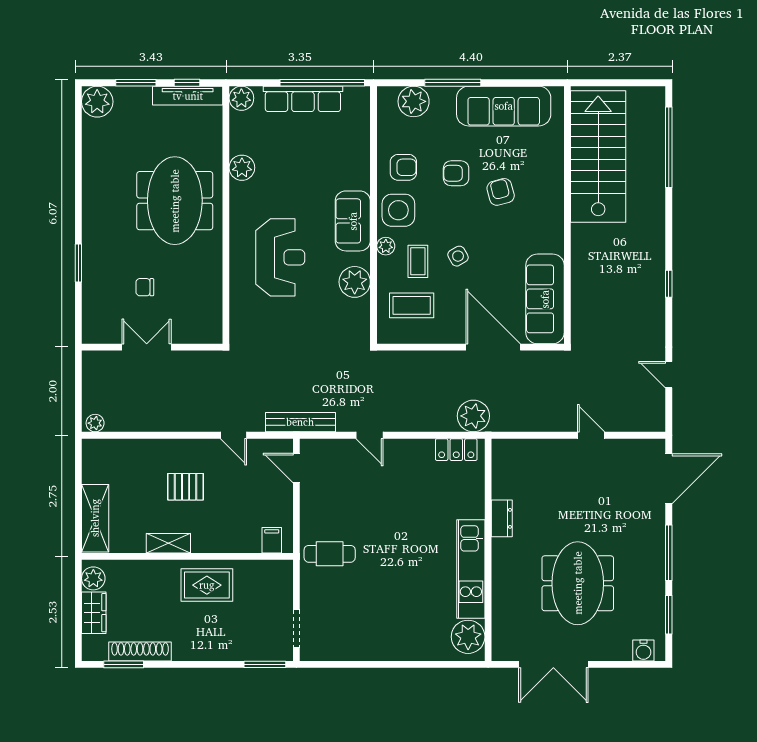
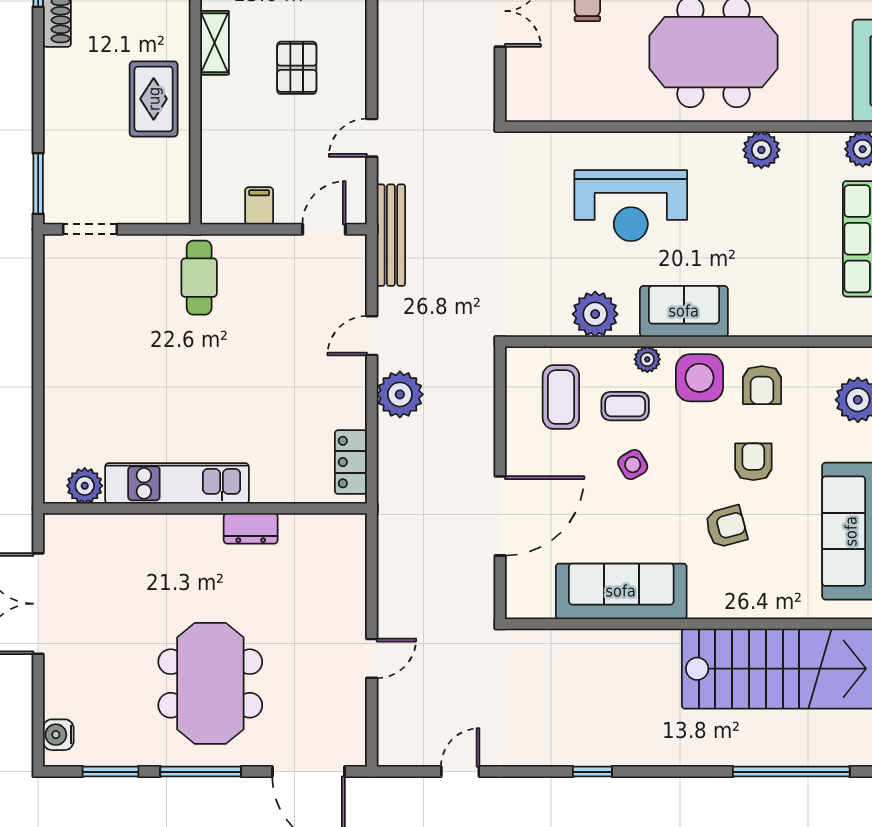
sofa: (545, 299) -> (621, 591), moved
plant: (473, 416) -> (400, 394), moved
filing cabinet: (272, 540) -> (259, 206), moved, turned -90
meeting table: (578, 583) -> (210, 683), moved, turned 90
plant: (468, 637) -> (85, 486), width x0.73, depth x0.73

